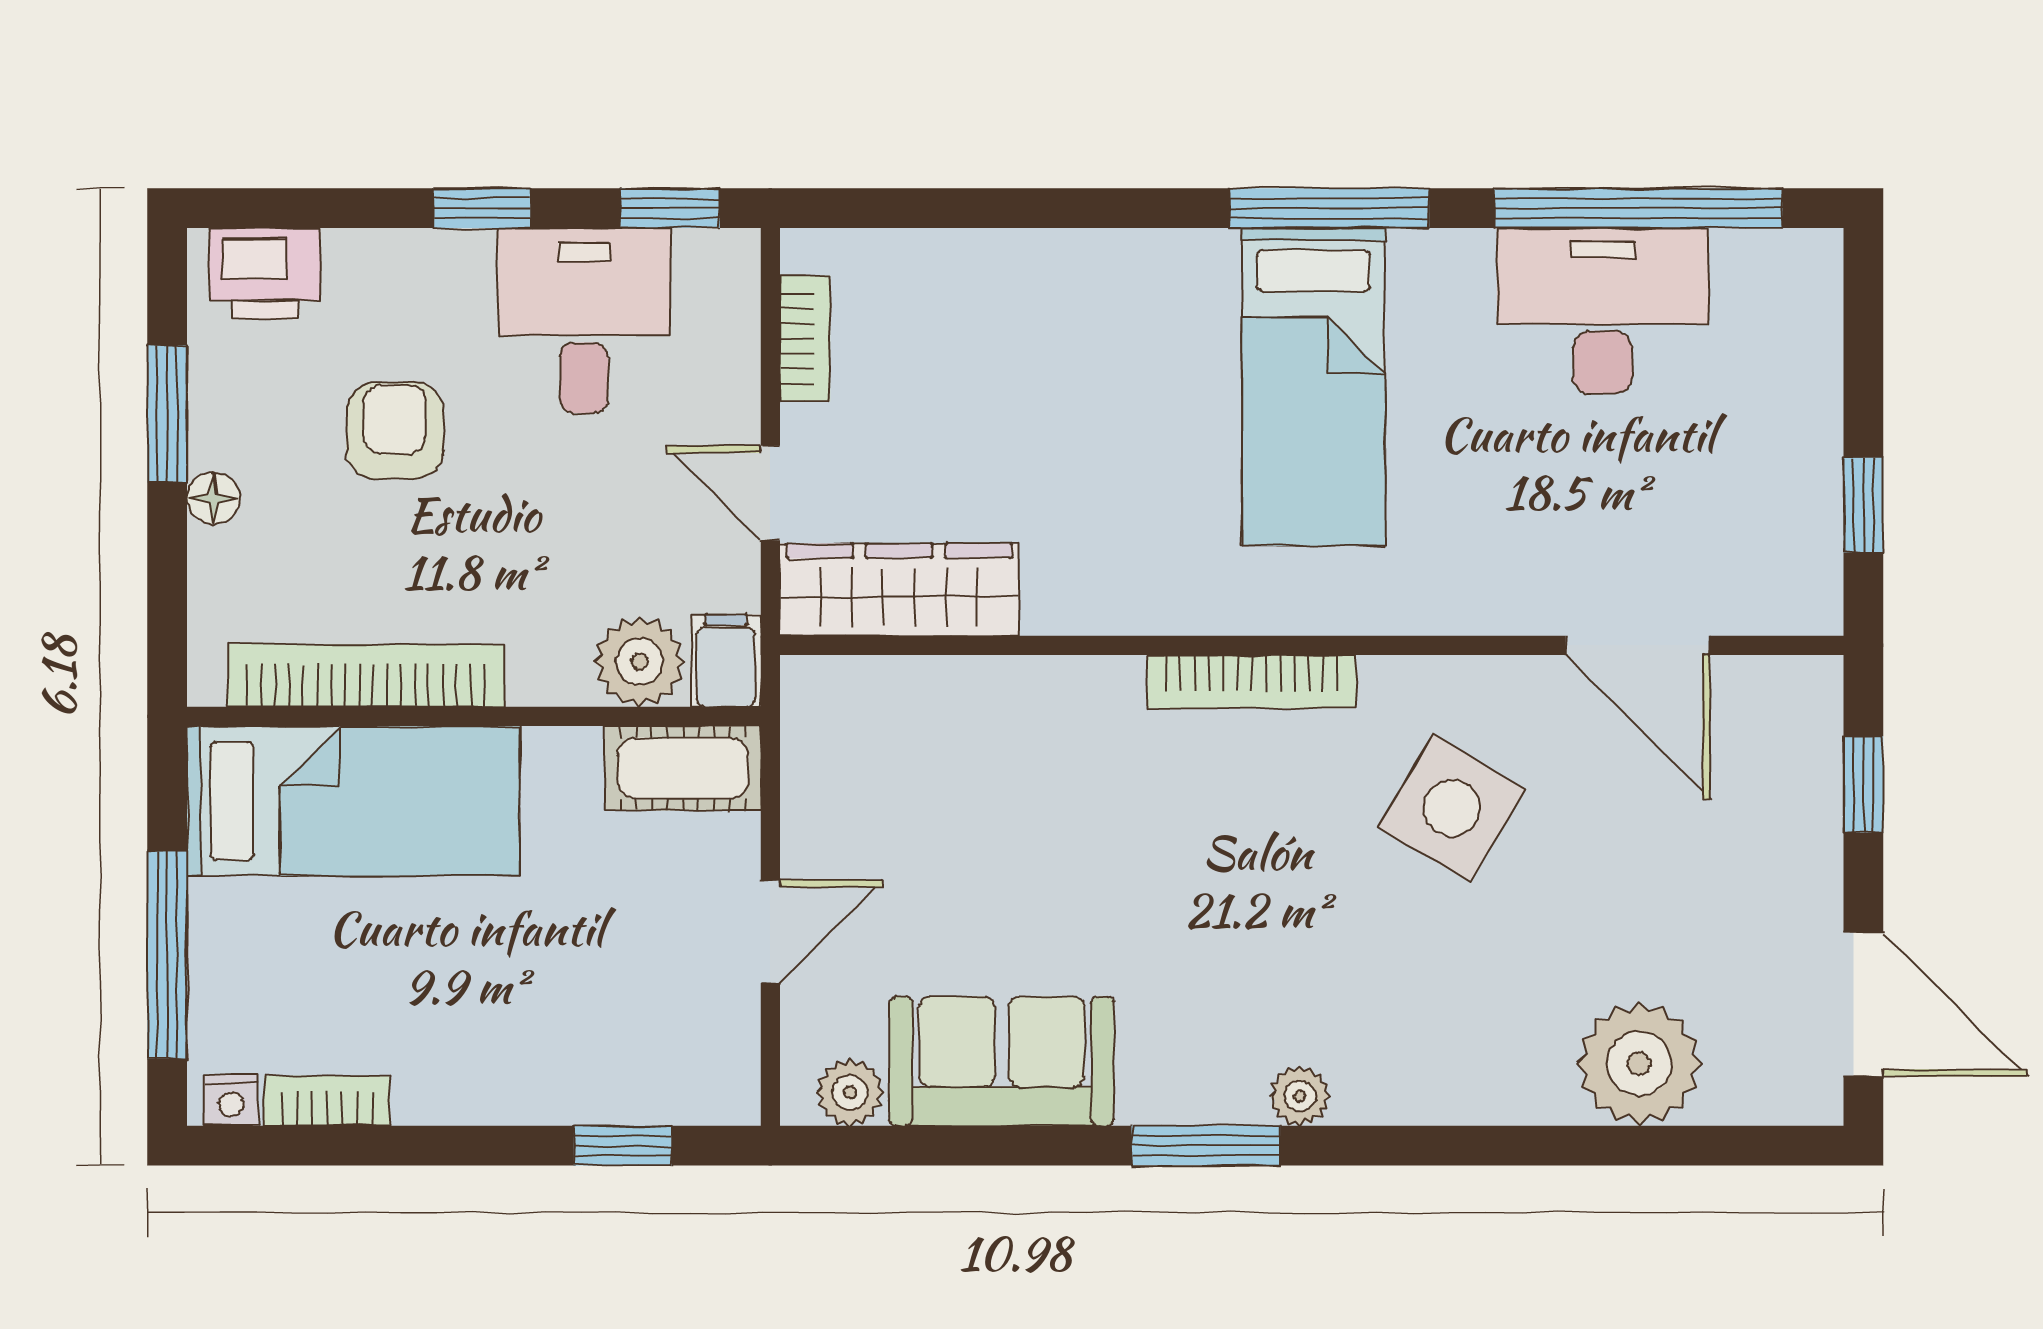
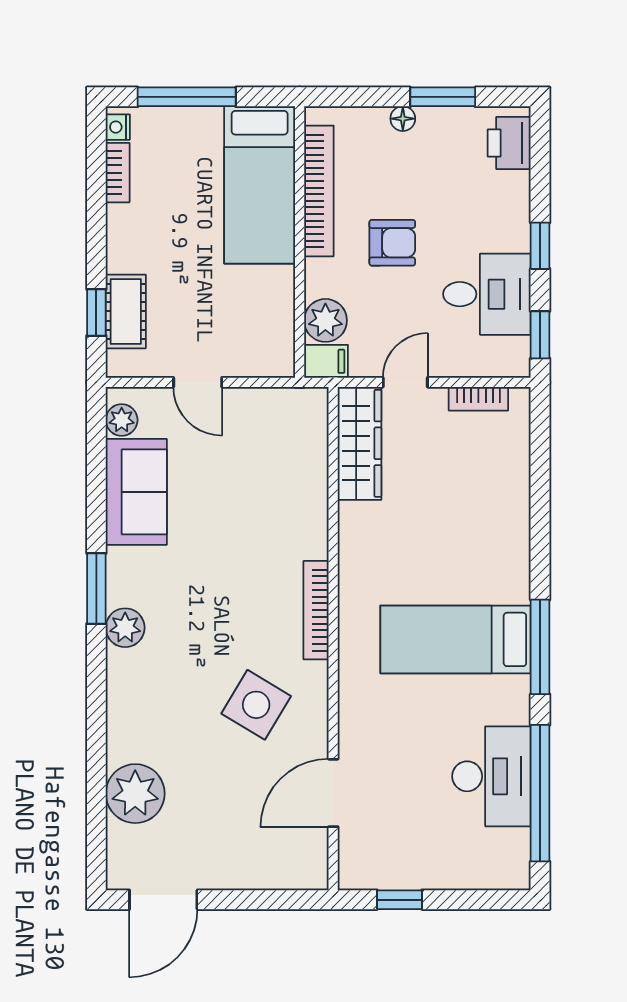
armchair: (395, 431) -> (392, 243), moved
cot: (683, 768) -> (126, 311), moved
window: (1863, 784) -> (267, 900), removed
plant: (1300, 1096) -> (125, 628), width x1.38, depth x1.38

